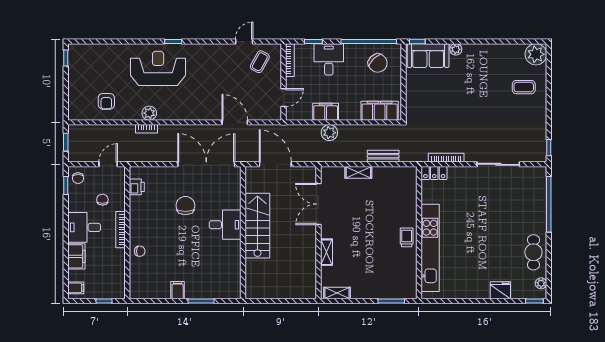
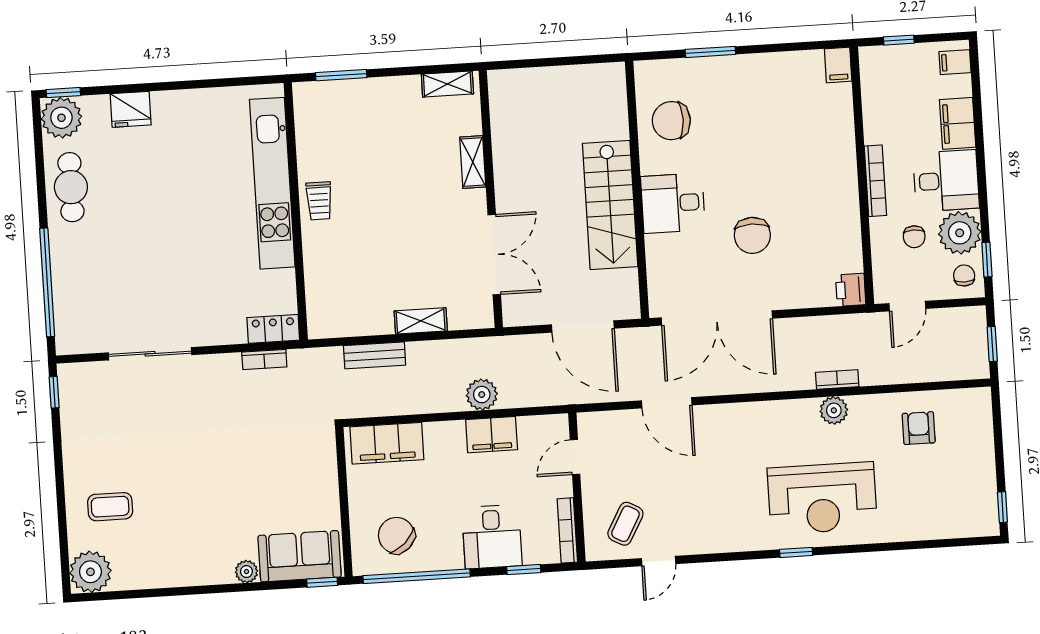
bookcase: (446, 158) -> (264, 359), width x0.64
printer: (137, 187) -> (851, 290), moved
plant: (79, 200) -> (960, 233), added
chair: (140, 251) -> (671, 121), moved, width x1.87, depth x1.87
plant: (541, 283) -> (61, 118), width x1.87, depth x1.87
filing cabinet: (178, 290) -> (838, 65), moved

